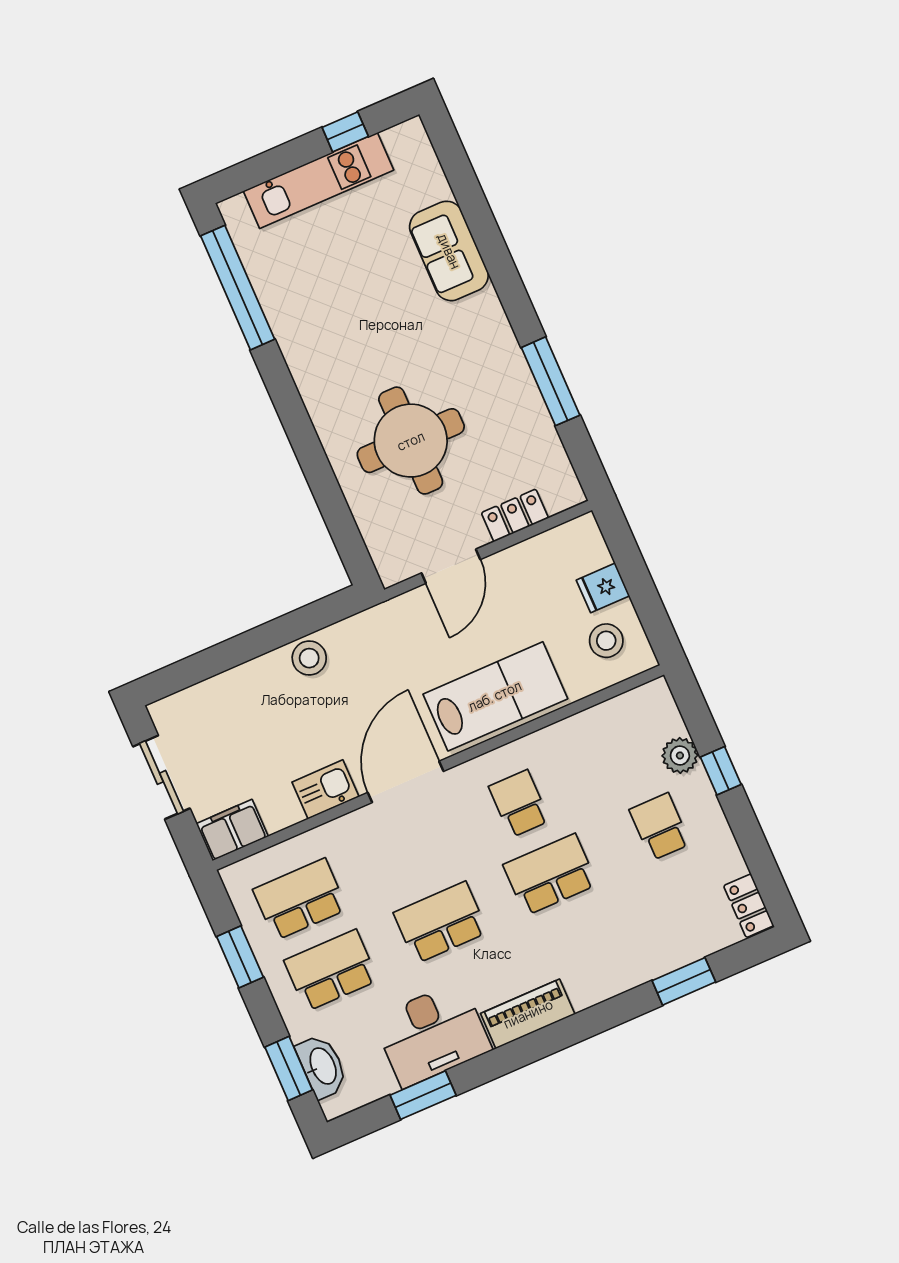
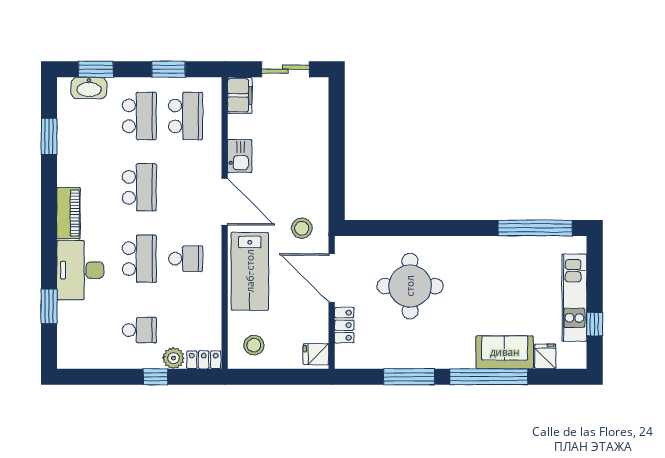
fridge: (428, 186) -> (545, 356), added
window: (497, 259) -> (489, 377), added
door: (451, 566) -> (332, 278), width x1.36
fridge: (603, 588) -> (316, 354), moved, turned -90
stool: (309, 658) -> (302, 228), moved
locker: (749, 906) -> (204, 360), moved
desk: (432, 1034) -> (80, 270), moved

